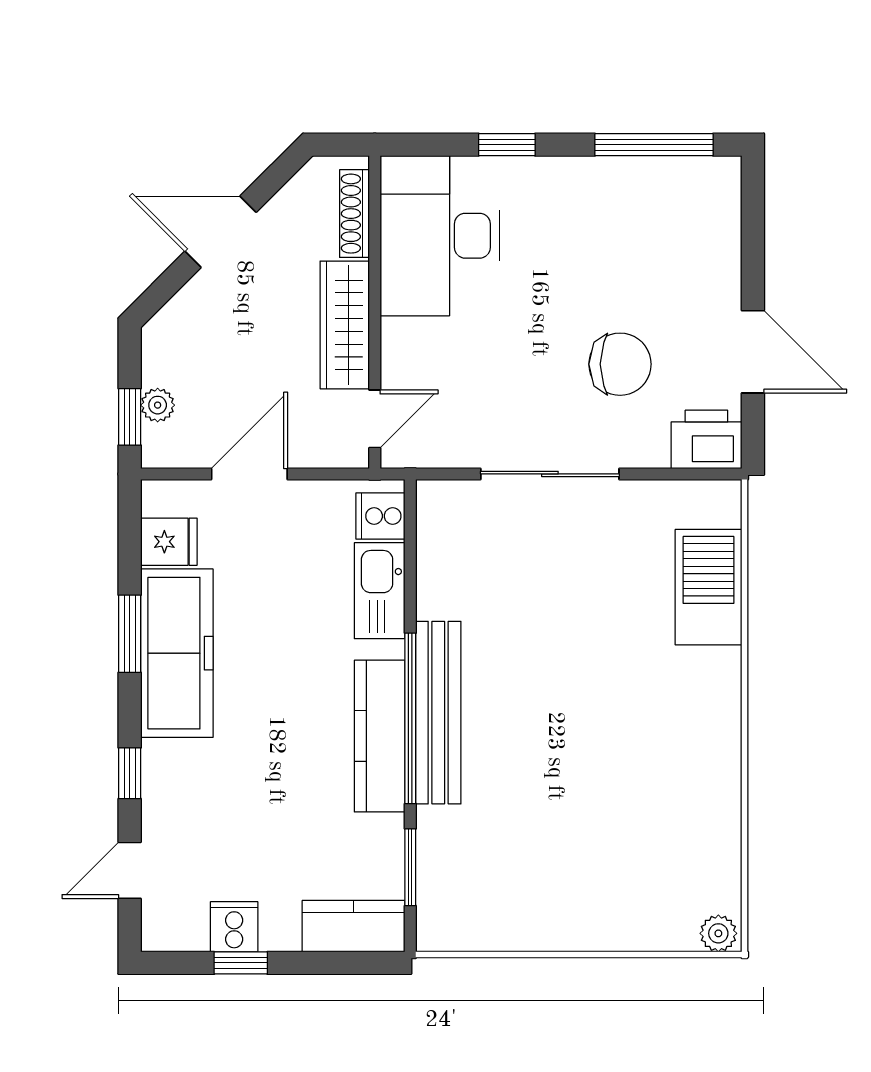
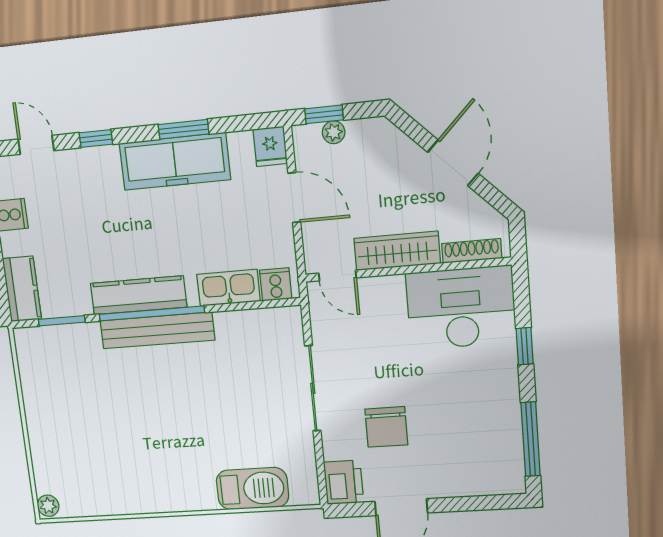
fridge: (169, 542) -> (270, 146), moved

